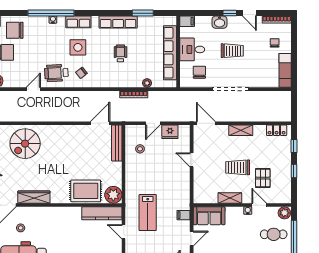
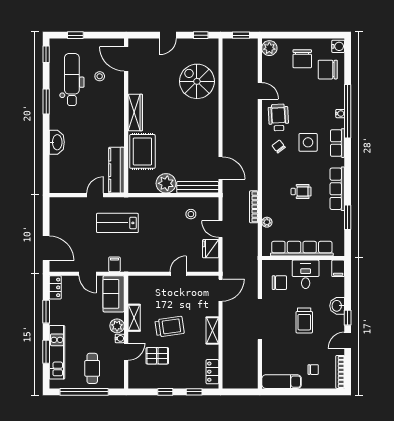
chair: (15, 30) -> (328, 70), turned -90
trolley: (238, 167) -> (170, 327), turned 82
plant: (113, 195) -> (166, 183), moved
wardrobe: (34, 197) -> (135, 112), moved
plant: (284, 213) -> (117, 326), moved

